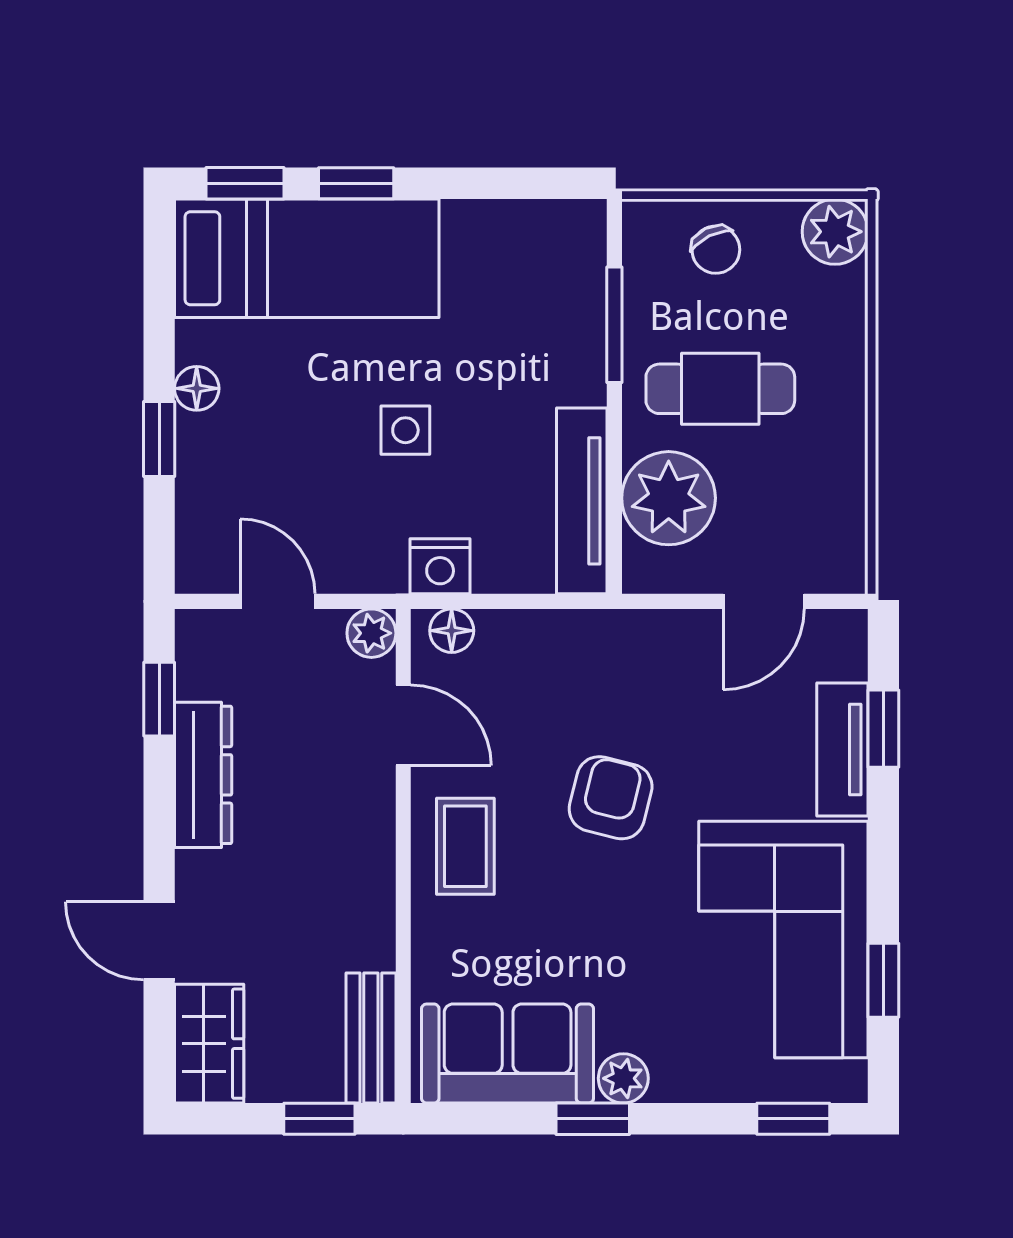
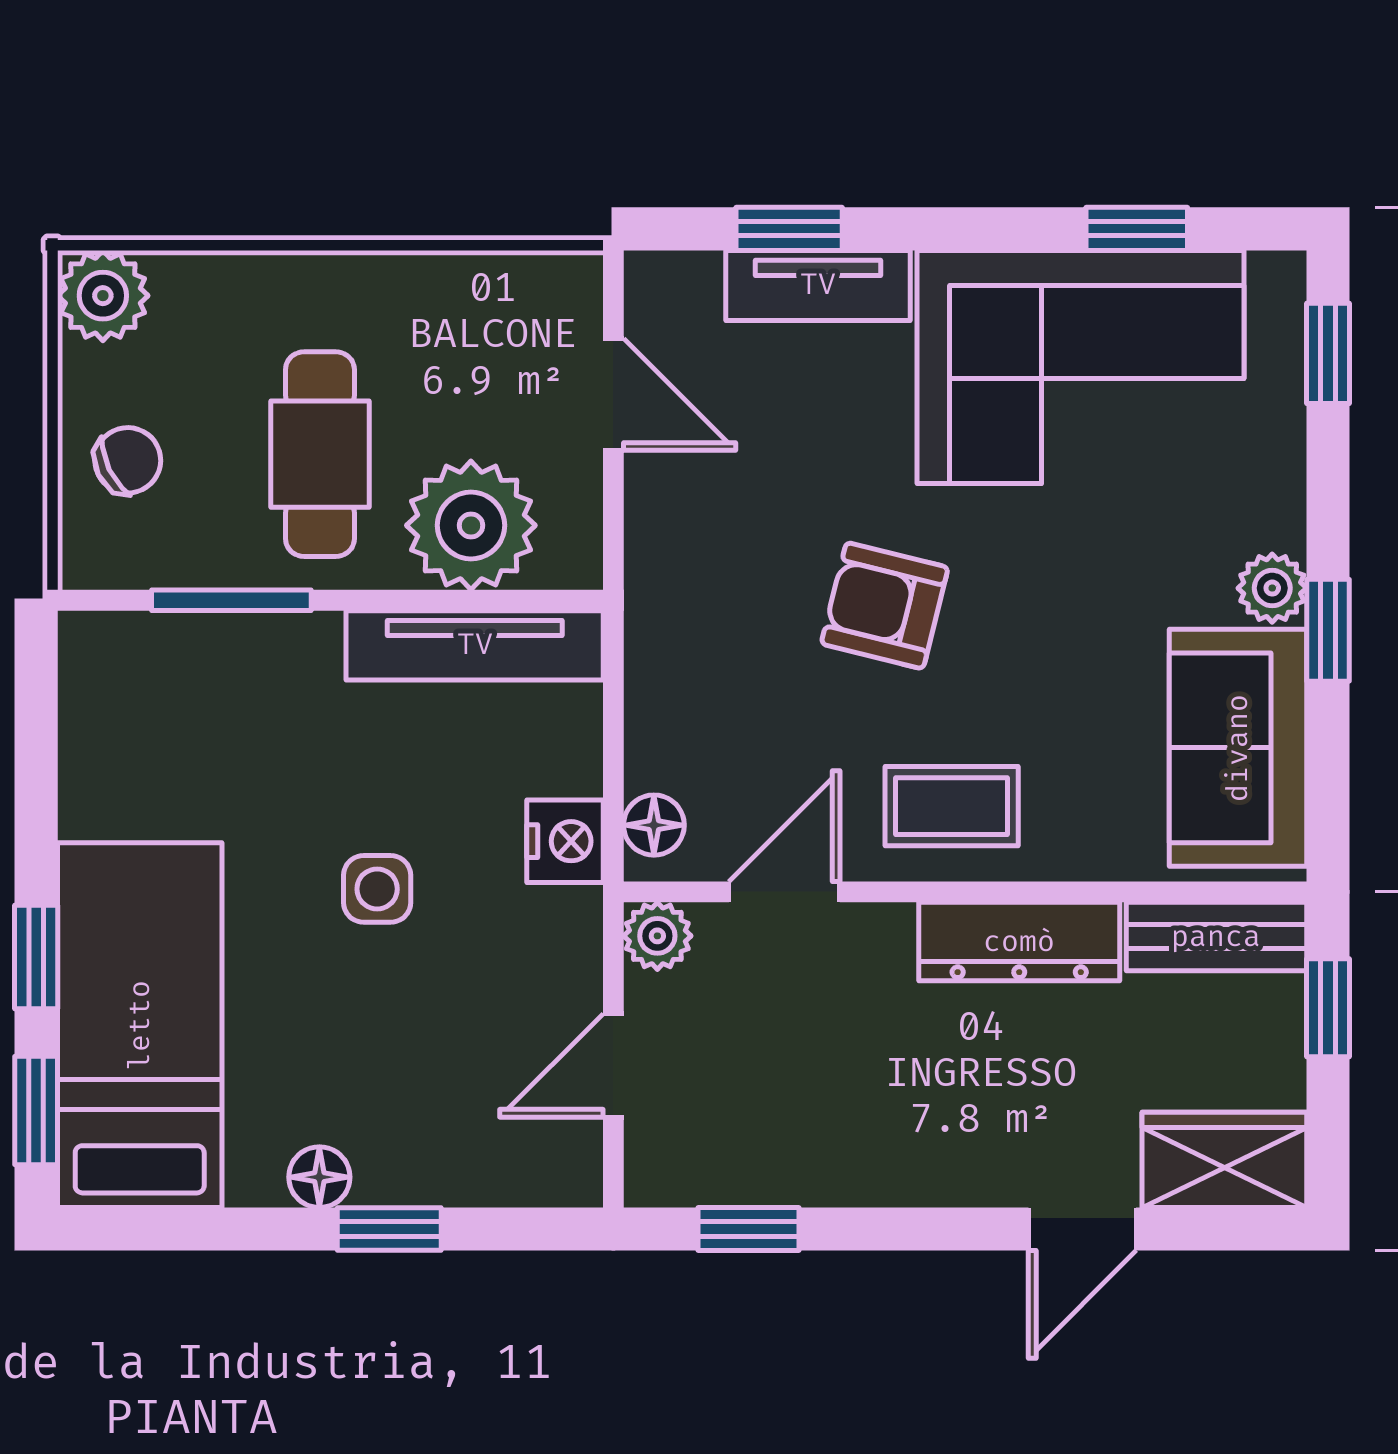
dresser: (203, 775) -> (1019, 942), moved, turned 180

